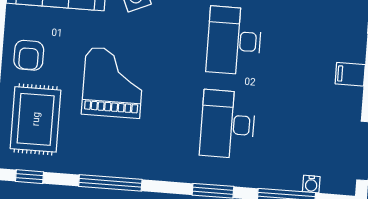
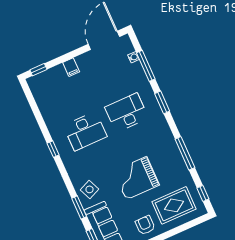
armchair: (29, 55) -> (145, 225), turned -90
desk: (228, 124) -> (127, 113), turned 180

